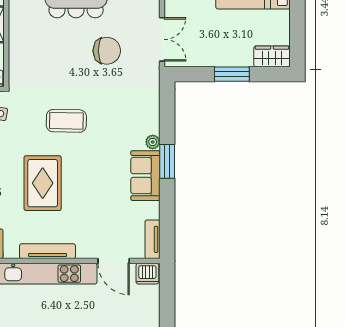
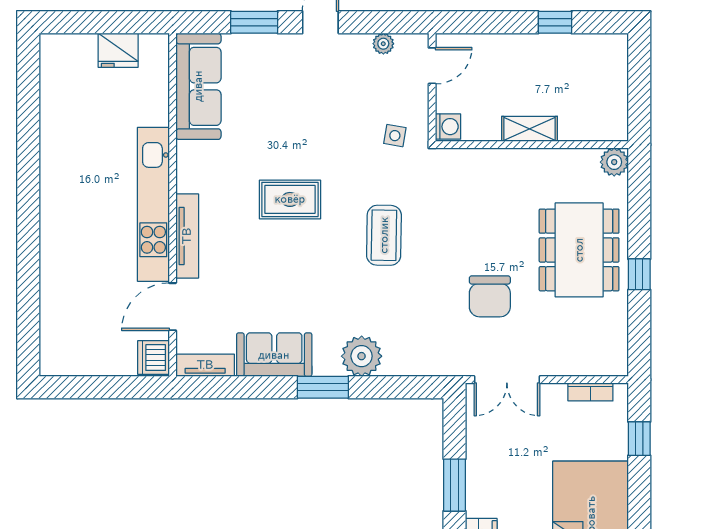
plant: (153, 142) -> (362, 356), width x1.88, depth x1.88
sofa: (145, 176) -> (274, 355), moved
rug: (43, 183) -> (290, 199), width x0.73, depth x0.70
tv unit: (47, 251) -> (187, 236), moved

